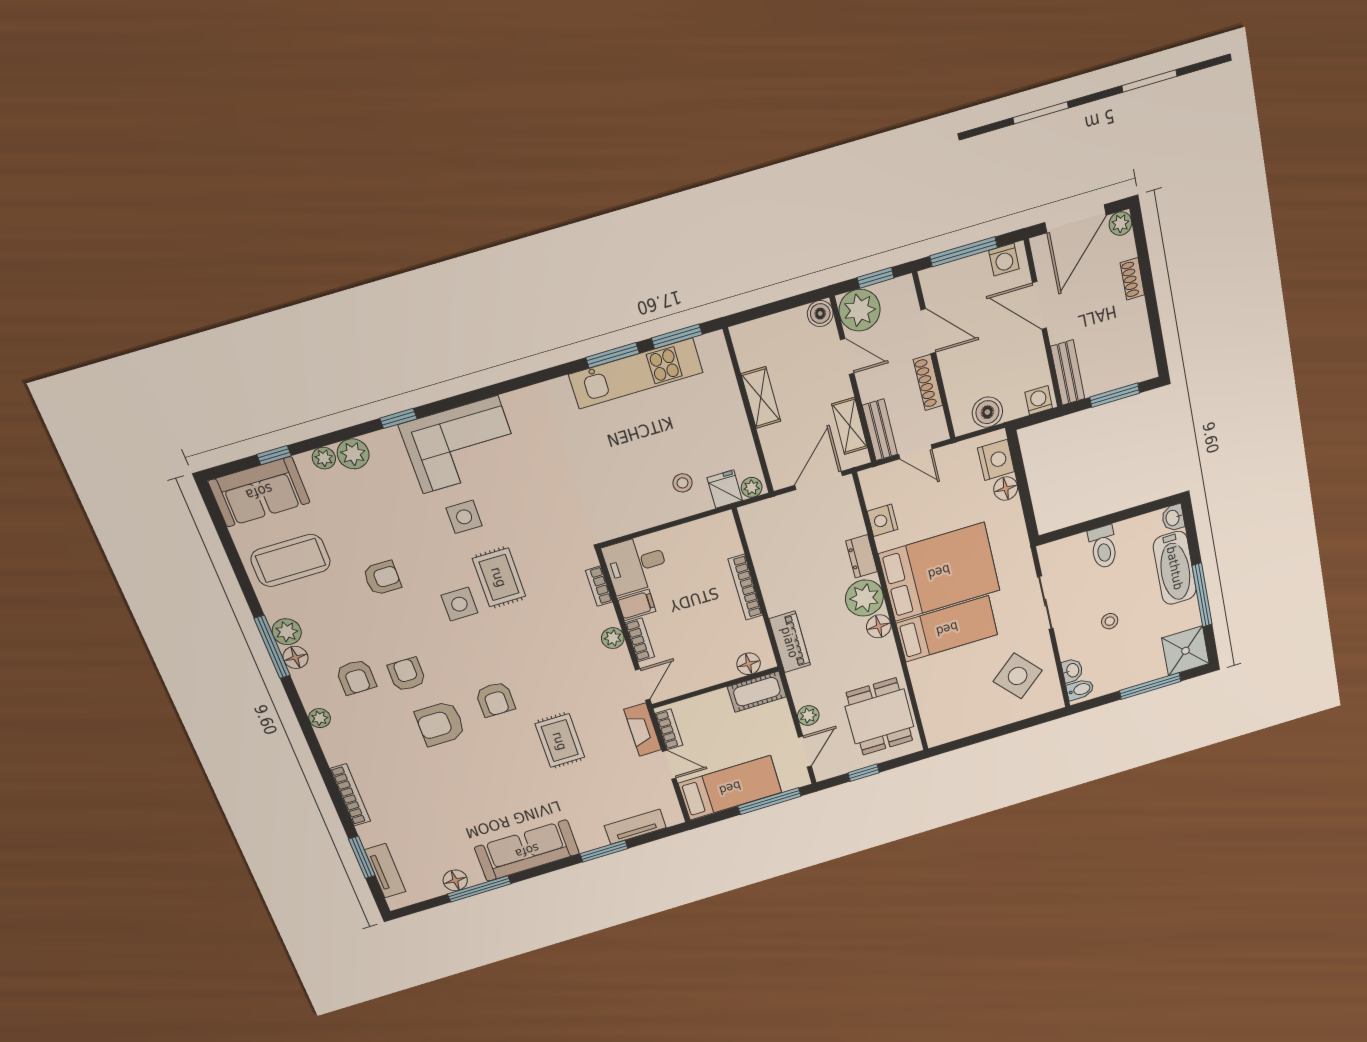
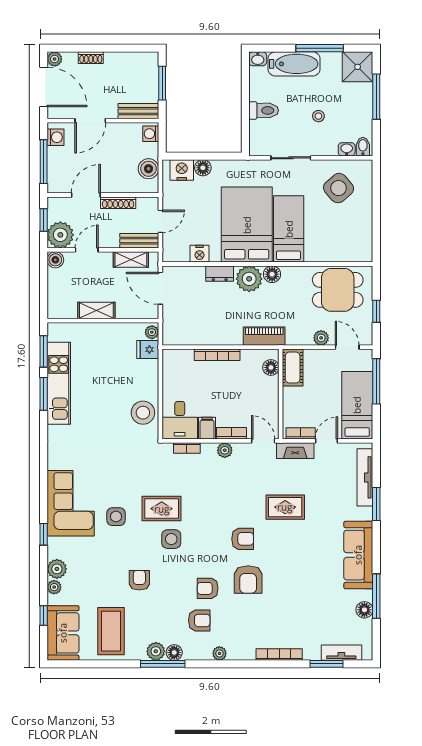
stool: (683, 483) -> (143, 413), moved, width x1.89, depth x1.89
tv unit: (635, 827) -> (365, 477), width x1.41

